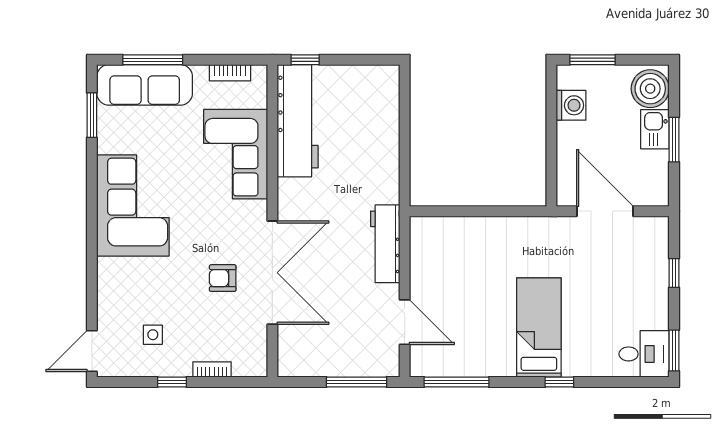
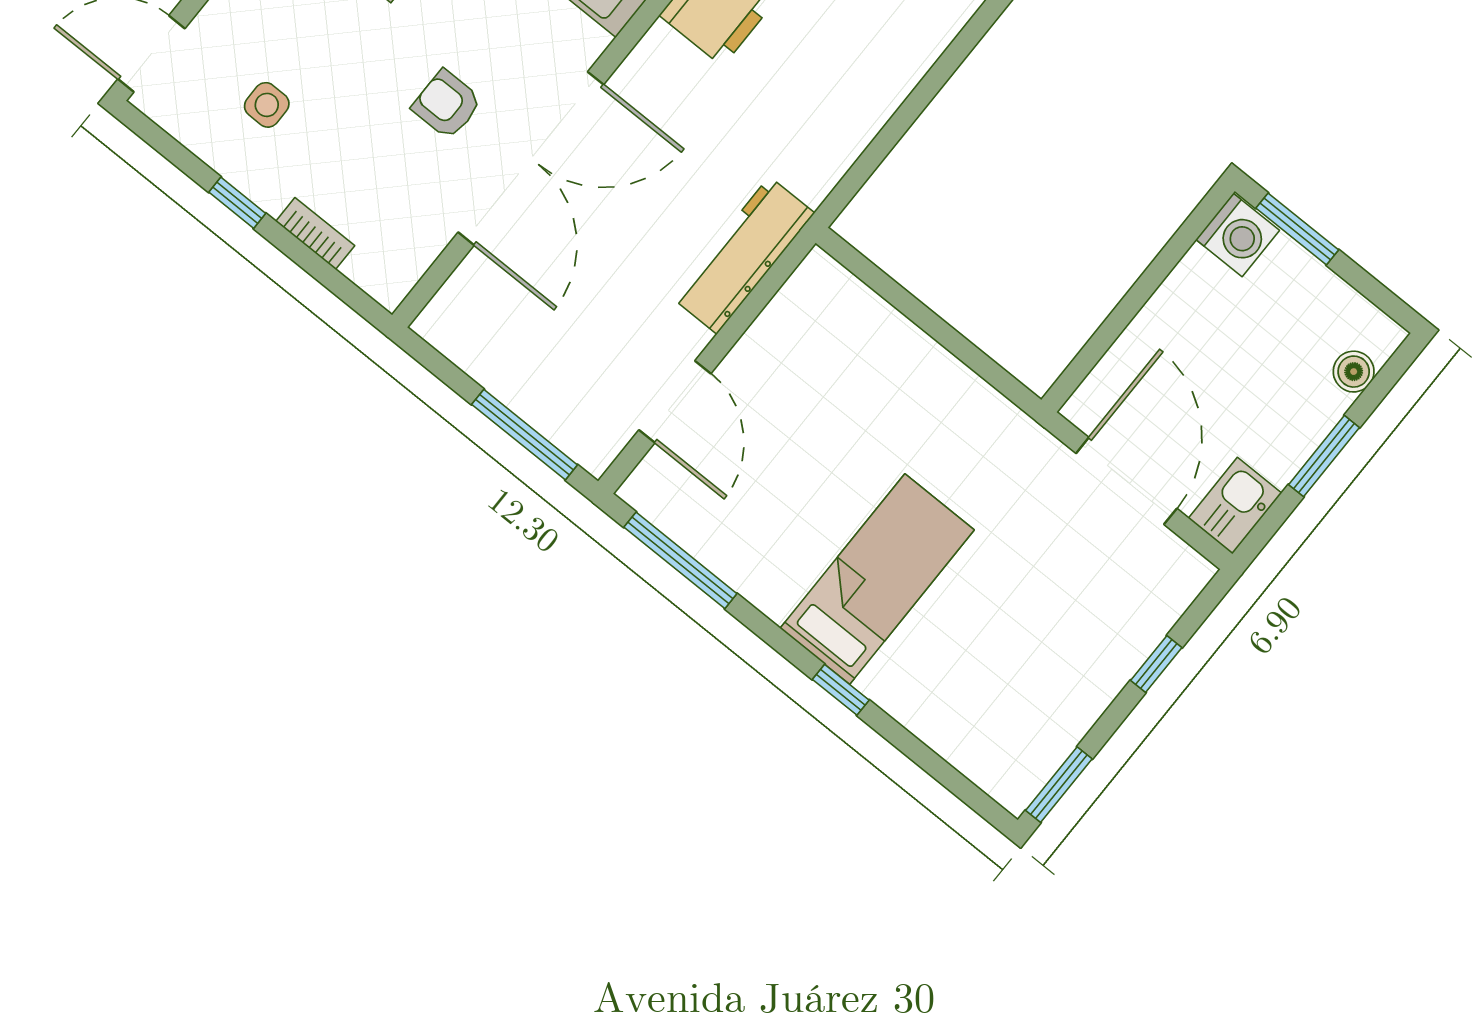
boiler: (650, 89) -> (1354, 372), width x0.54, depth x0.54
washing machine: (571, 105) -> (1238, 235), moved
kitchen sink: (655, 129) -> (1235, 506), moved
desk: (644, 354) -> (1008, 752), removed

